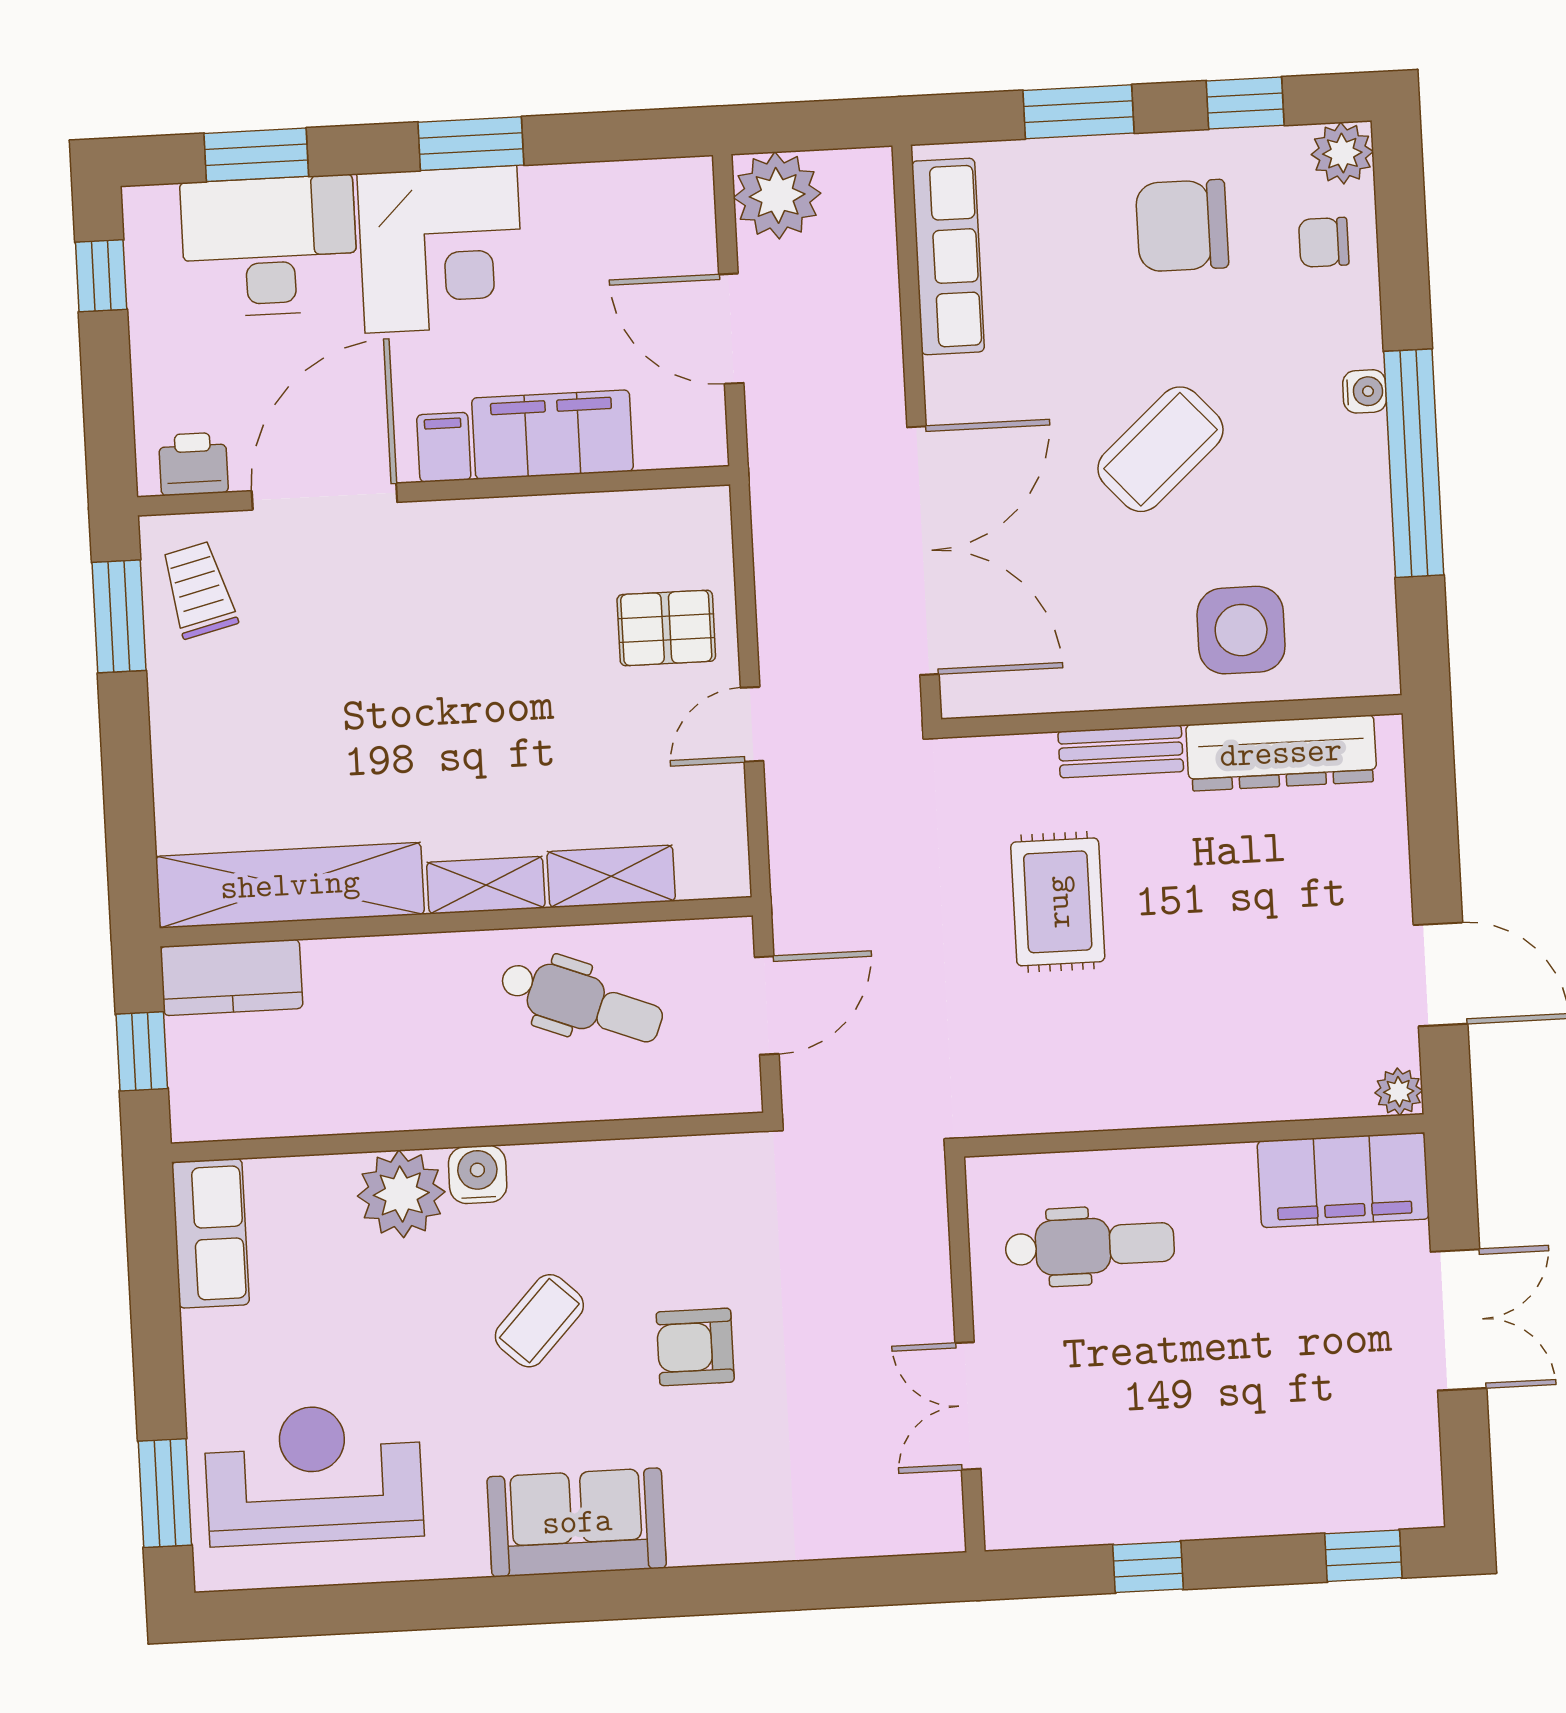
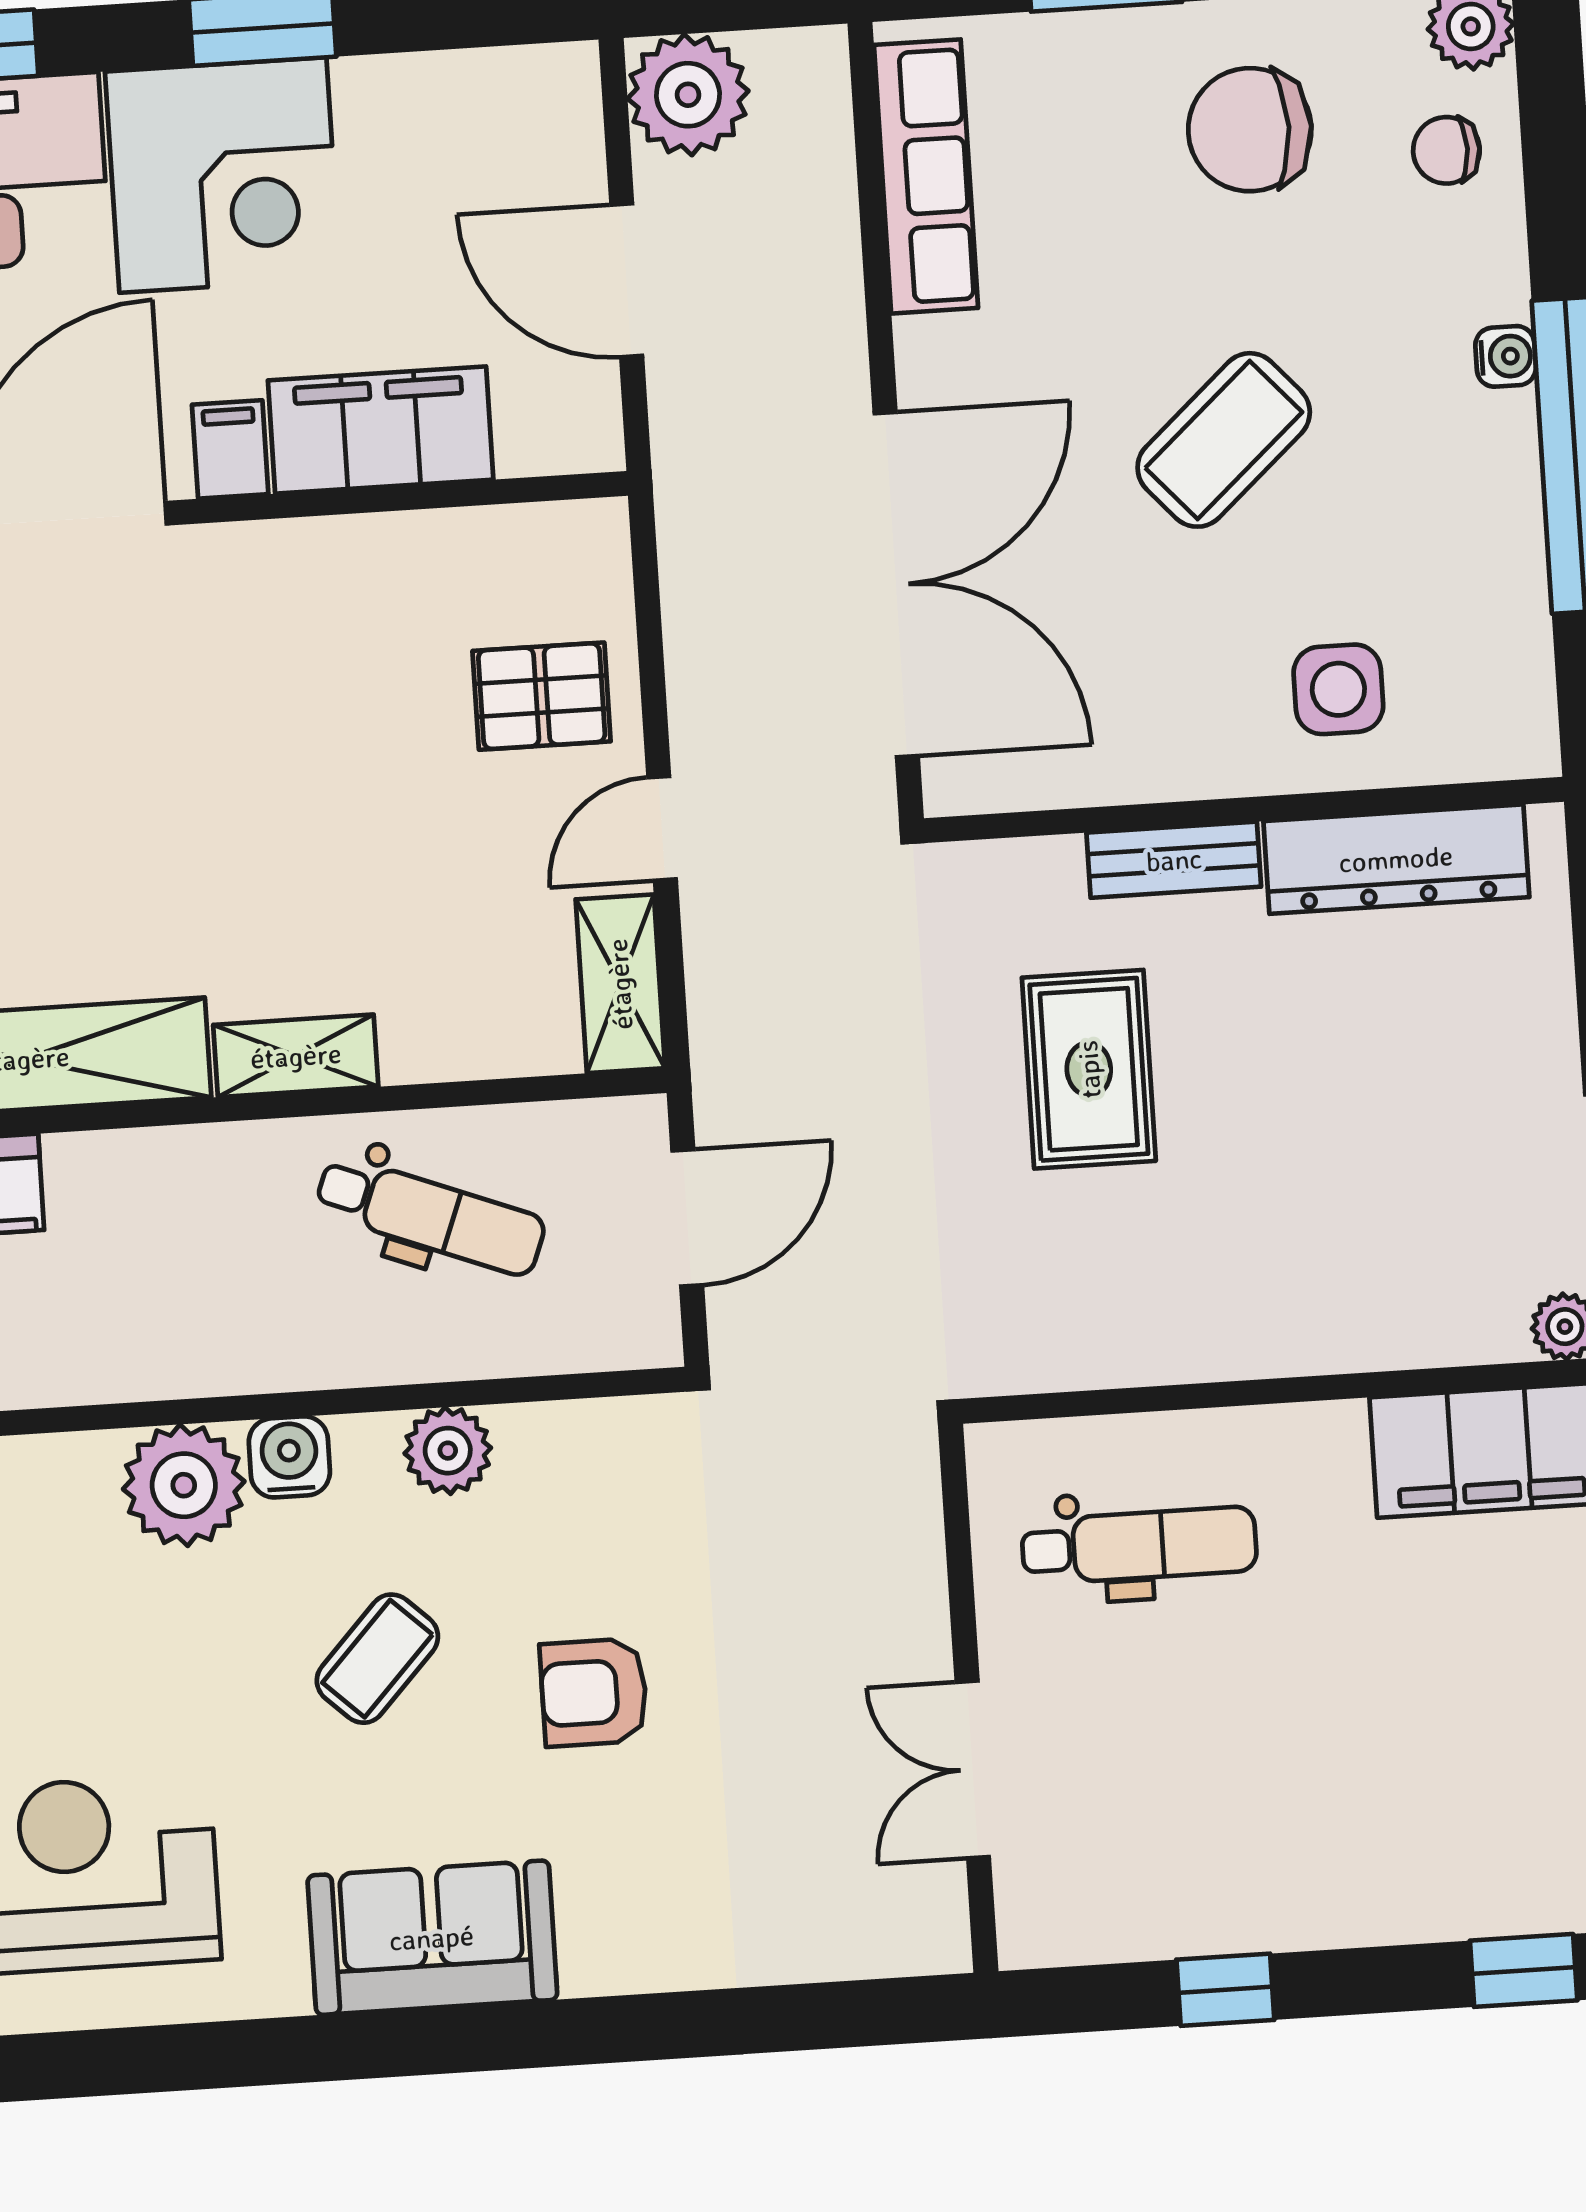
side table: (1241, 630) -> (1338, 689), width x0.73, depth x0.73
shelving: (611, 876) -> (620, 984), moved, turned 90
plant: (592, 1171) -> (448, 1451), added

